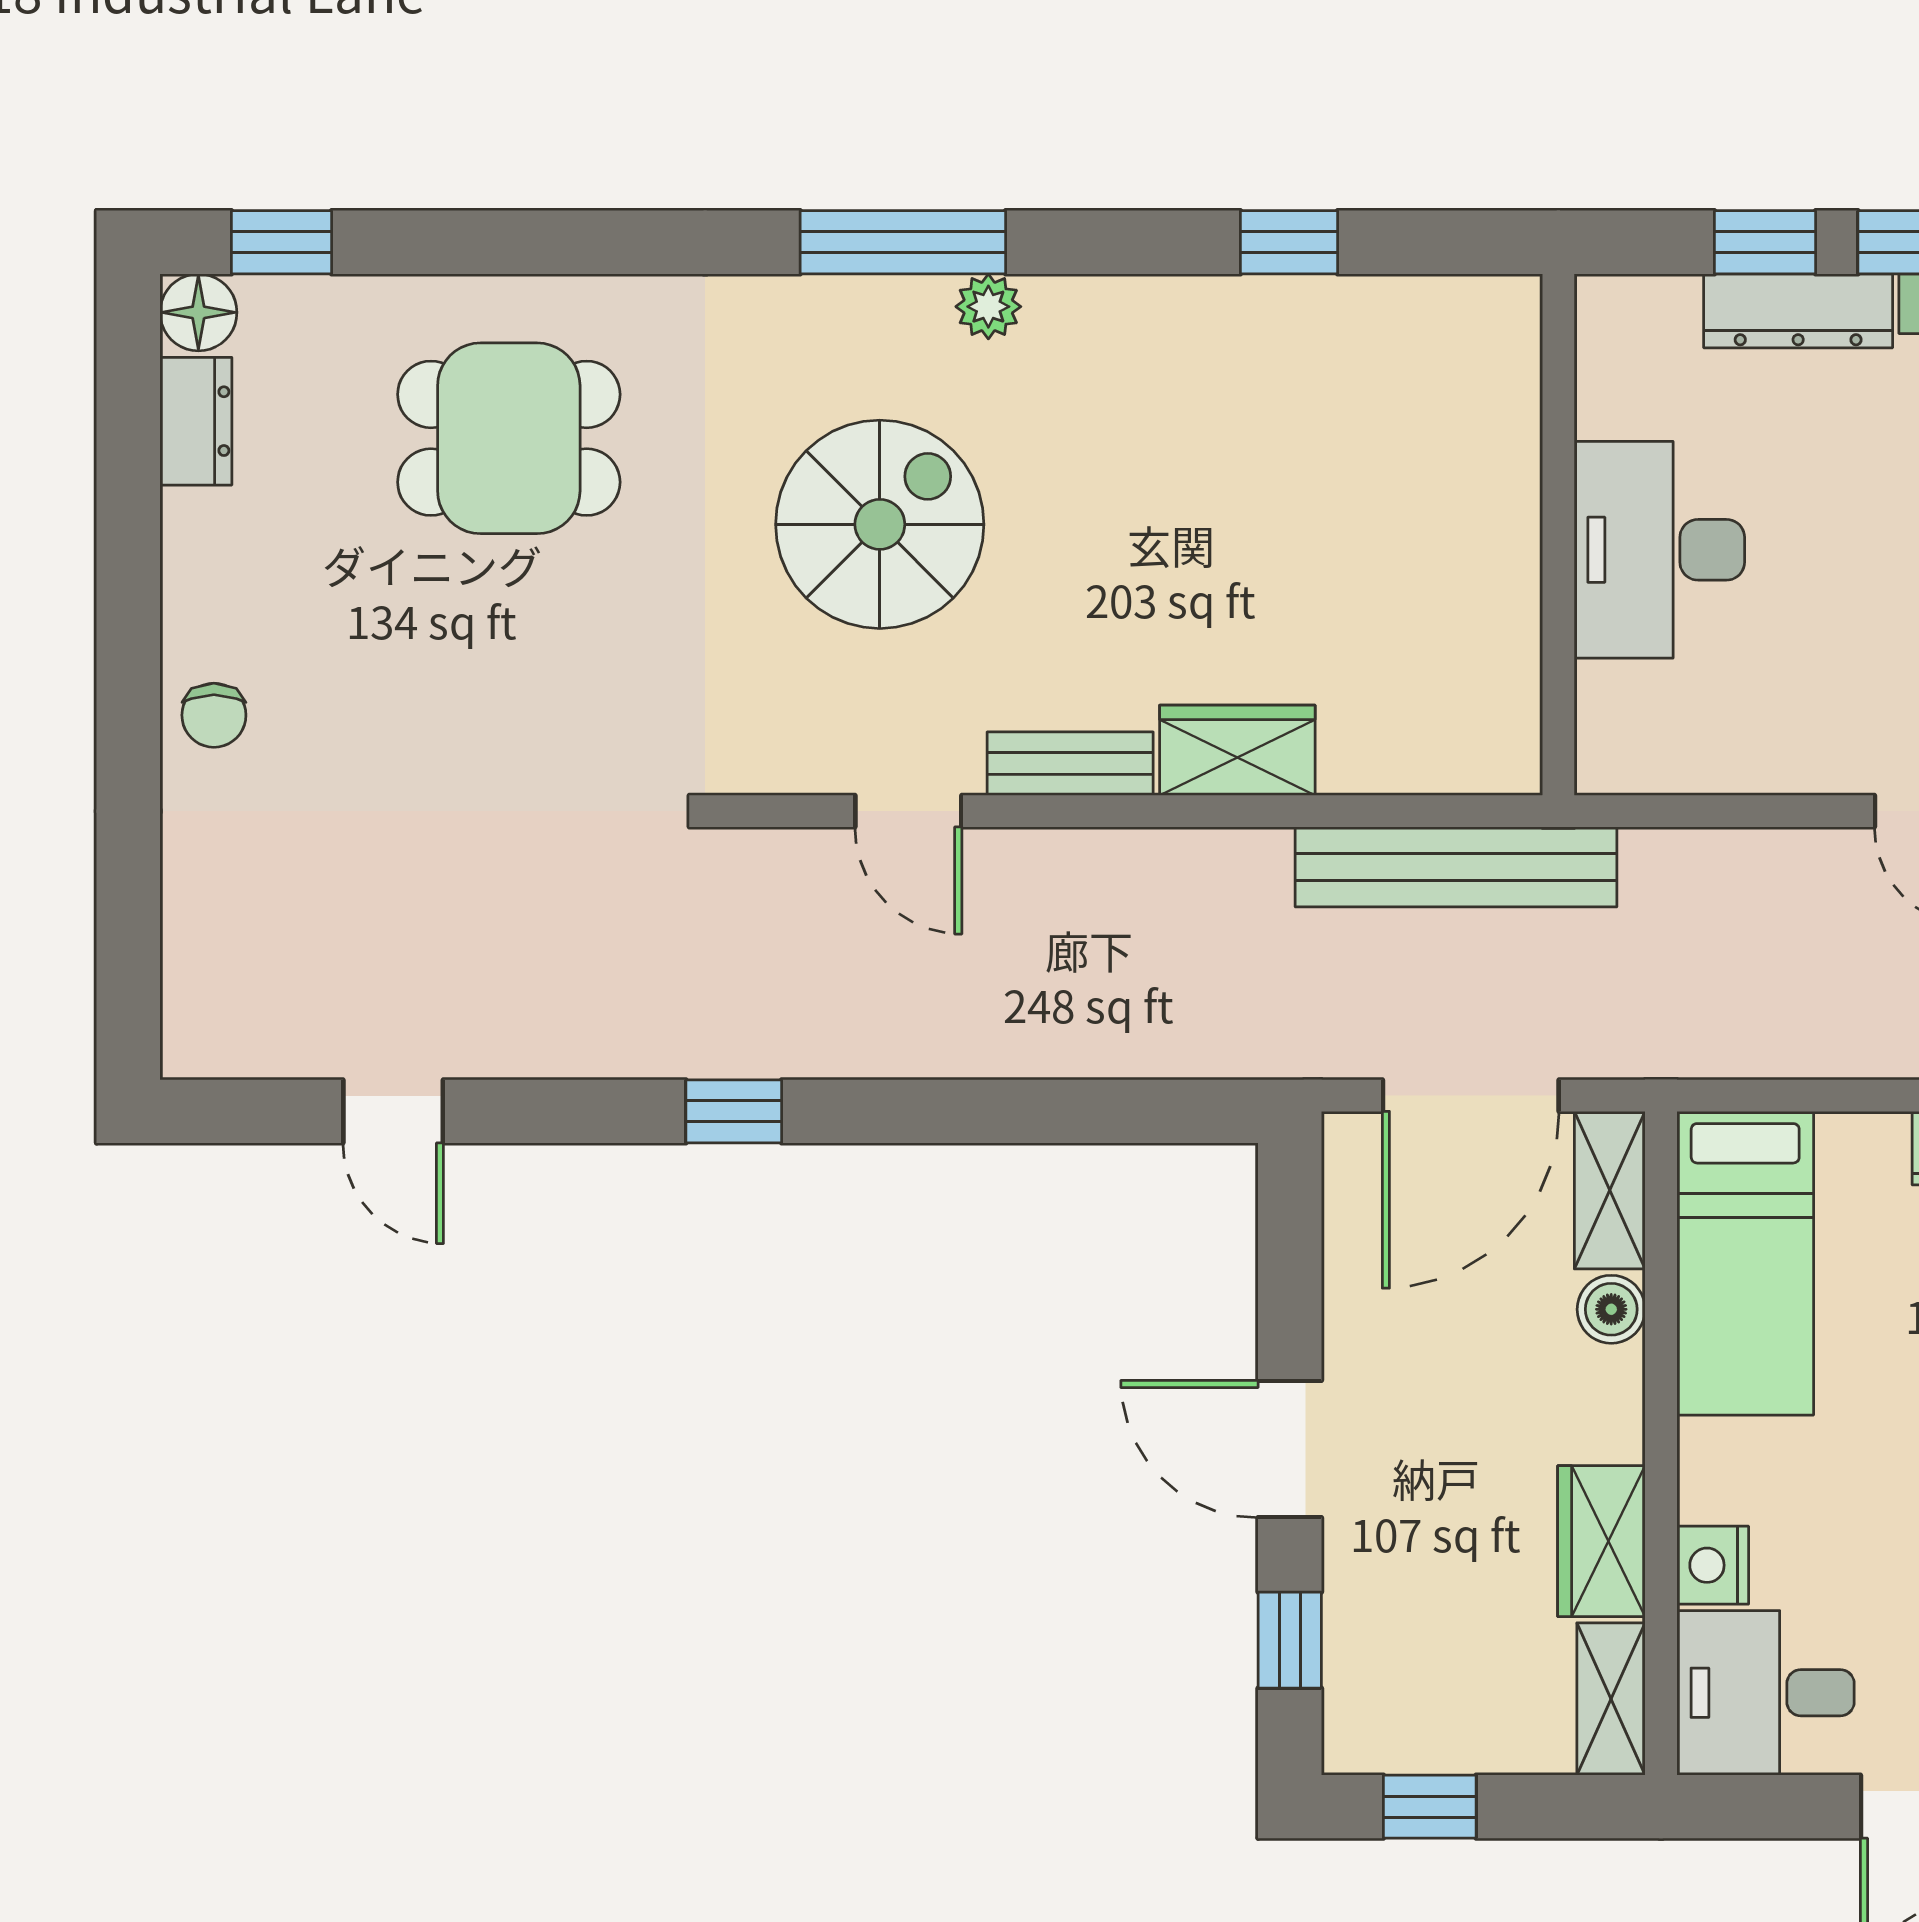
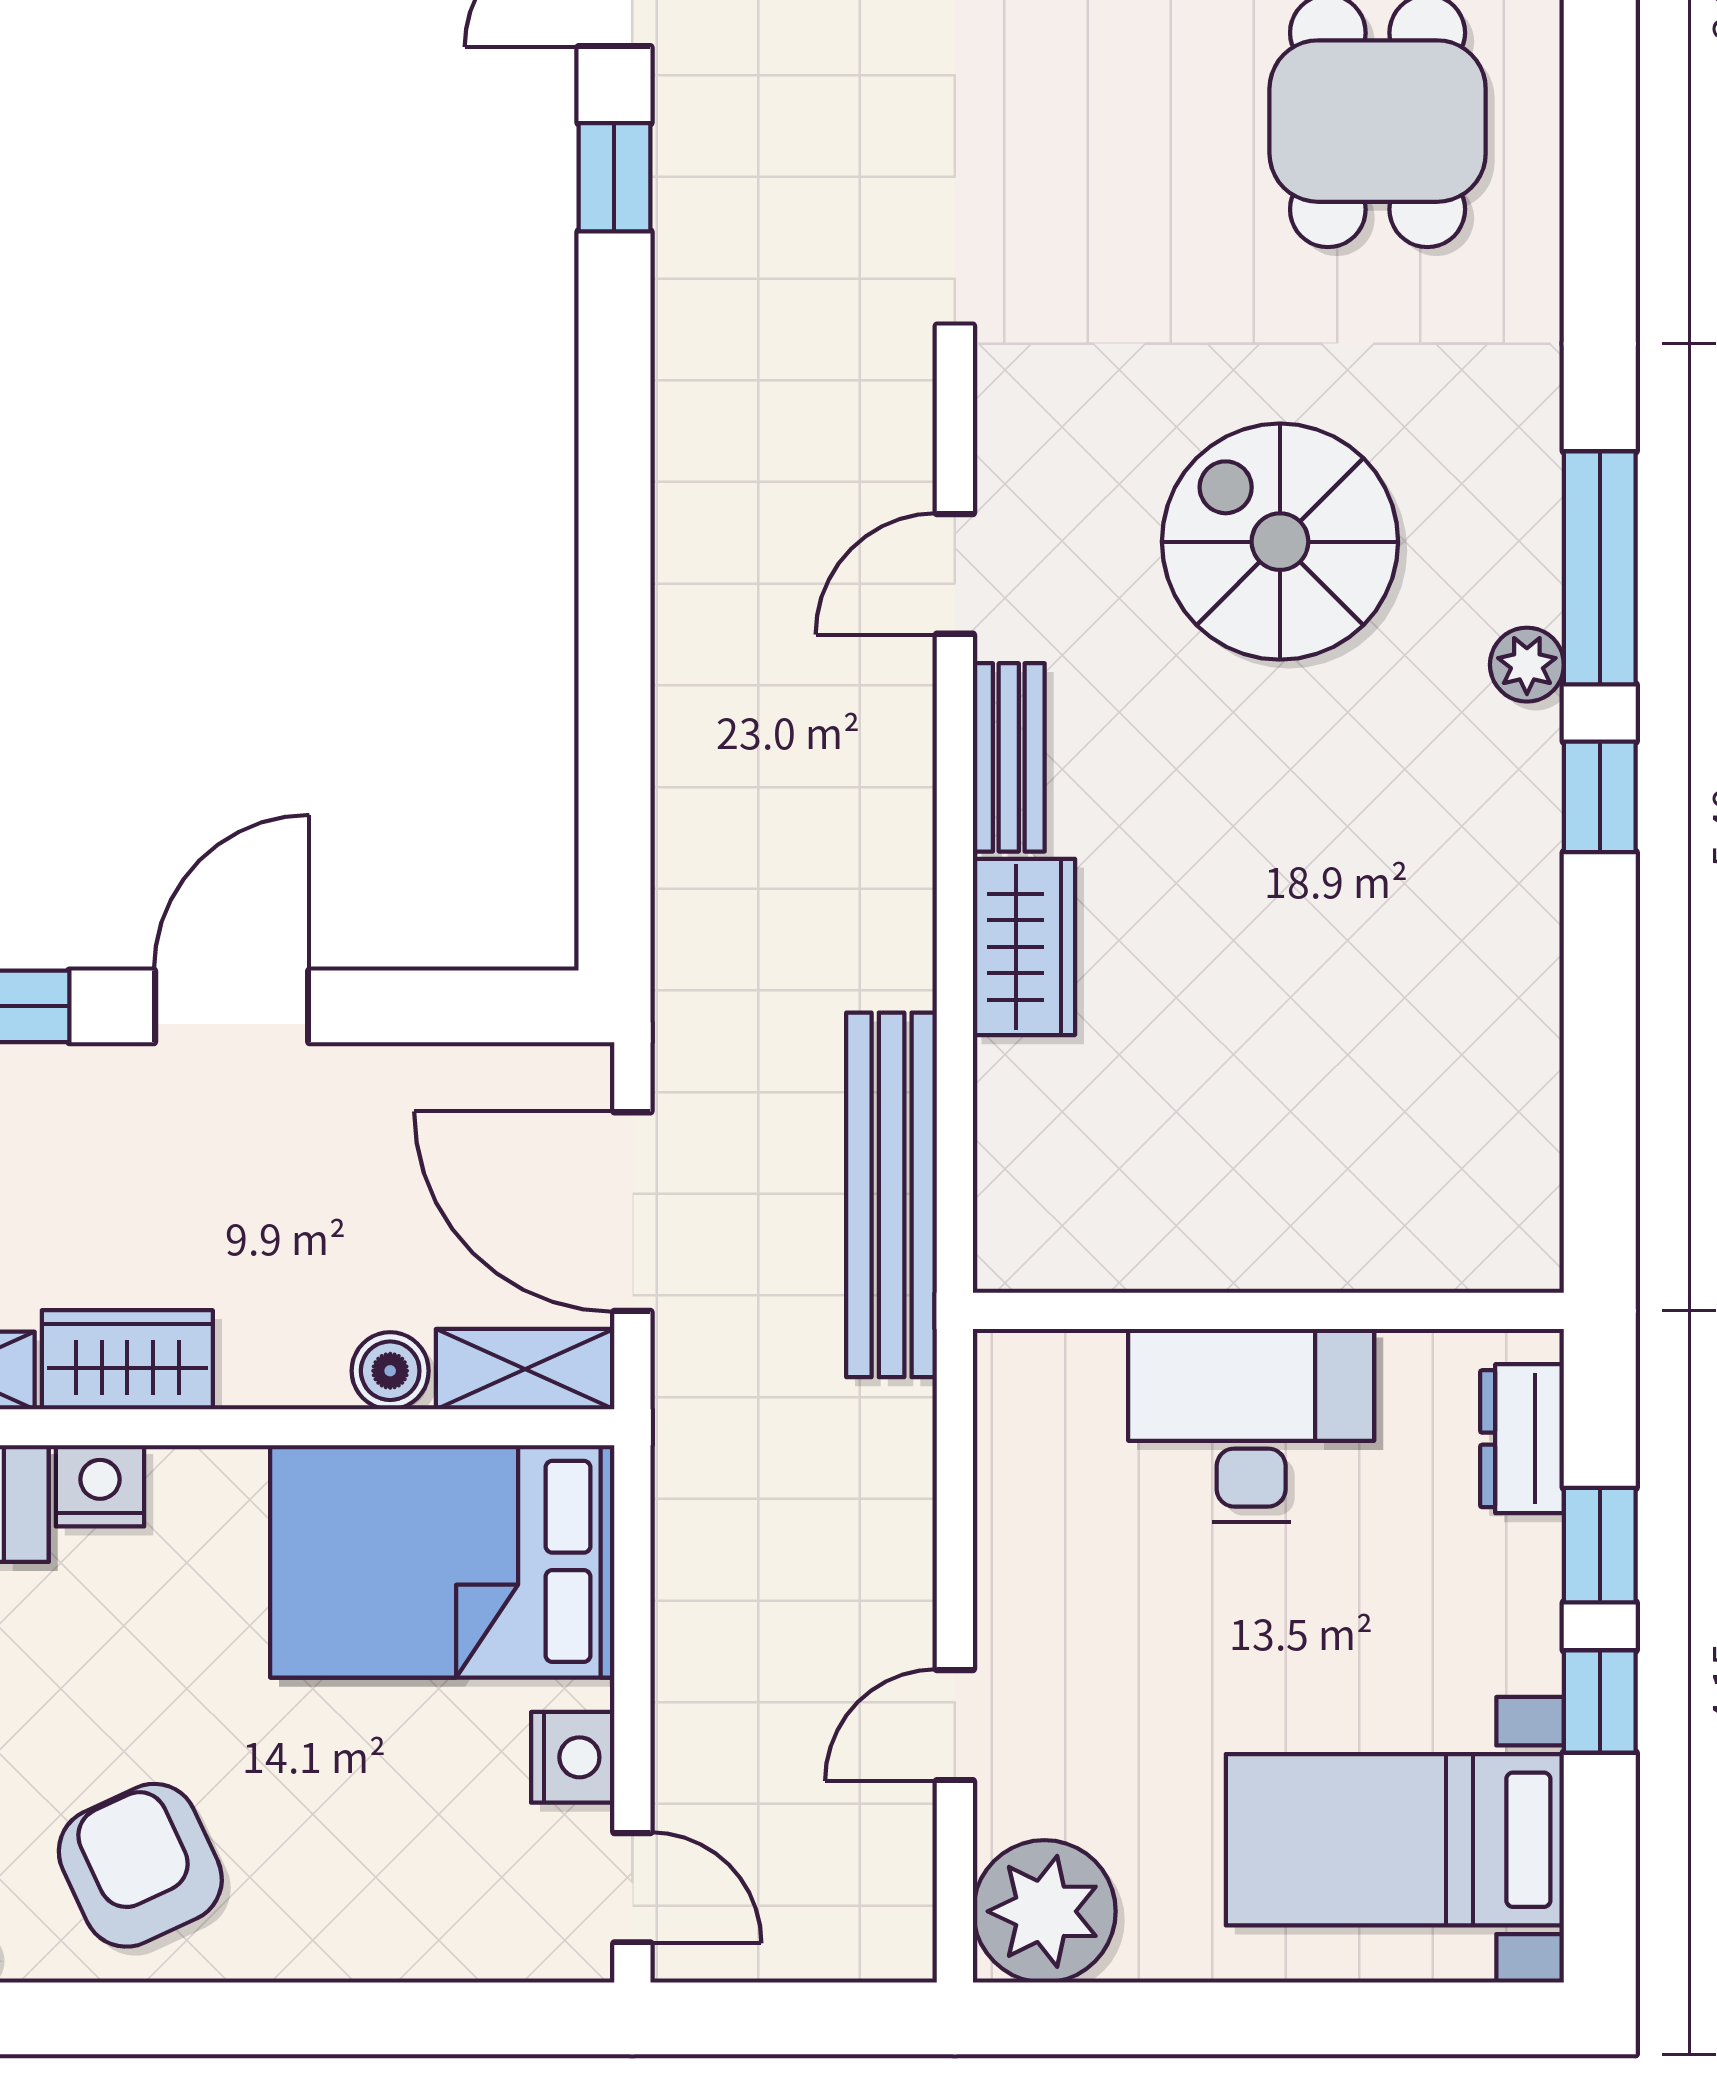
window: (1289, 242) -> (1600, 797), moved
dresser: (1798, 311) -> (1522, 1439), moved, width x0.70
spiral stairs: (880, 524) -> (1280, 542), turned 180
window: (734, 1111) -> (614, 177), moved
bed: (1745, 1263) -> (442, 1561), width x1.50

